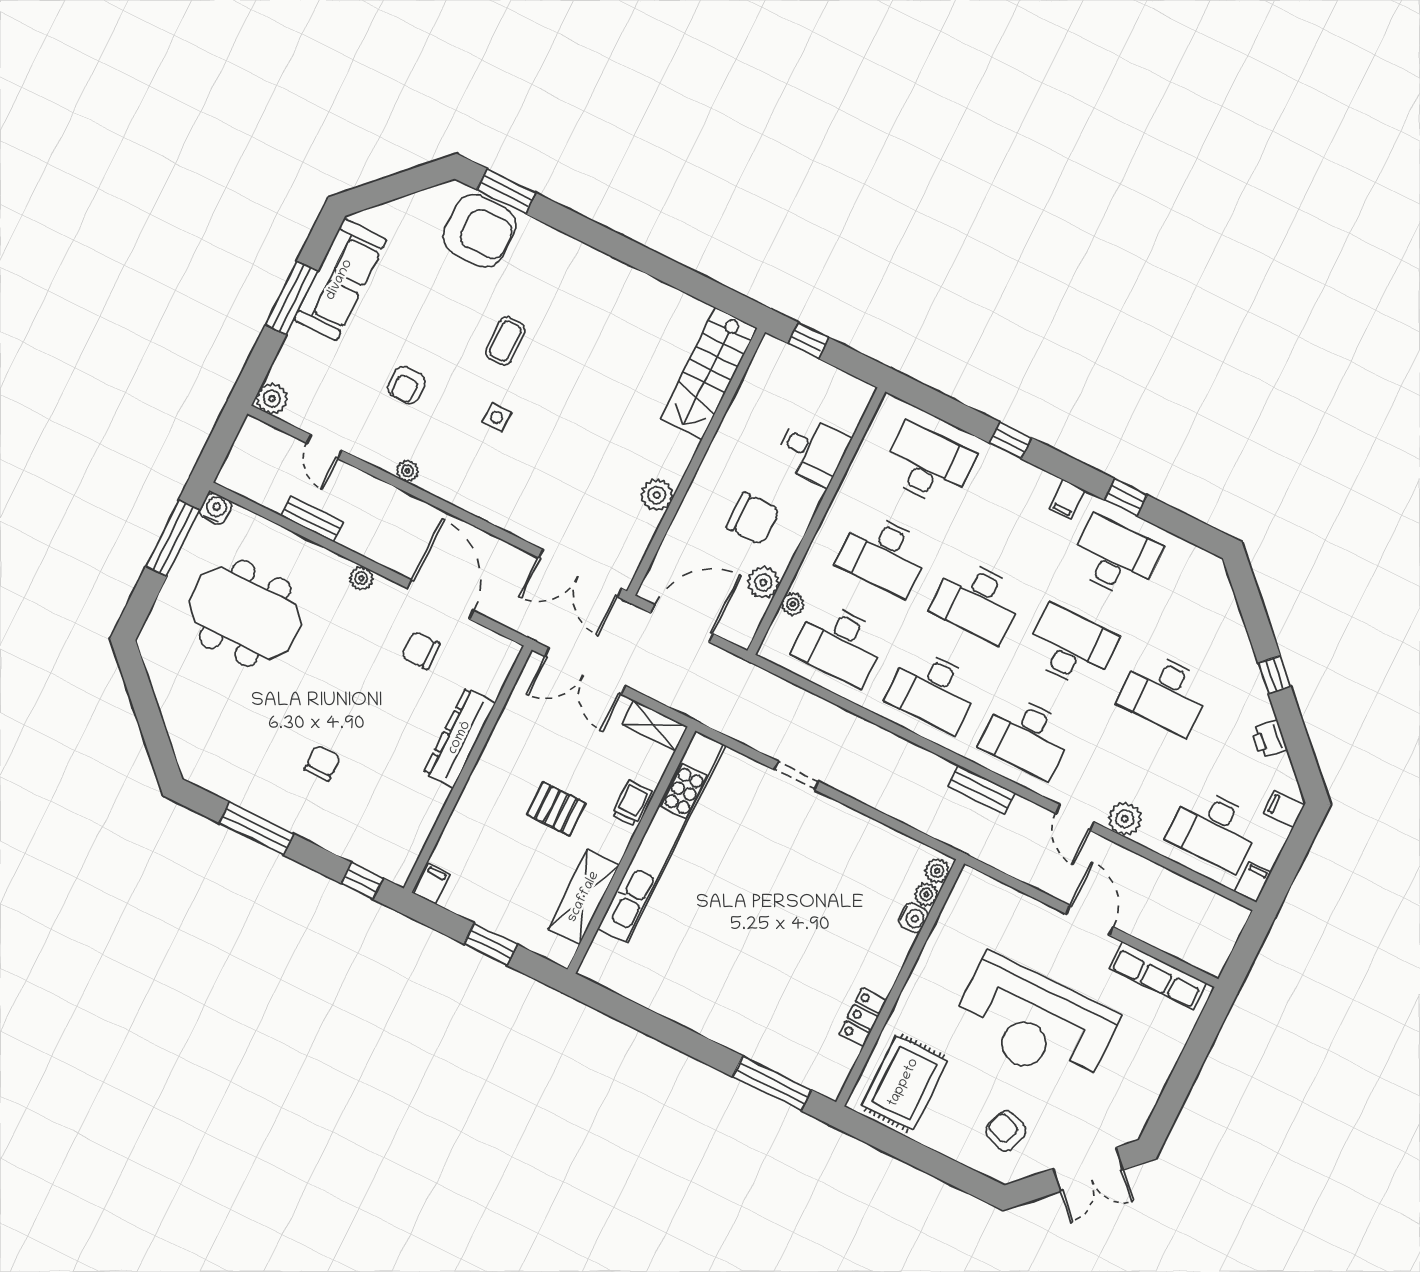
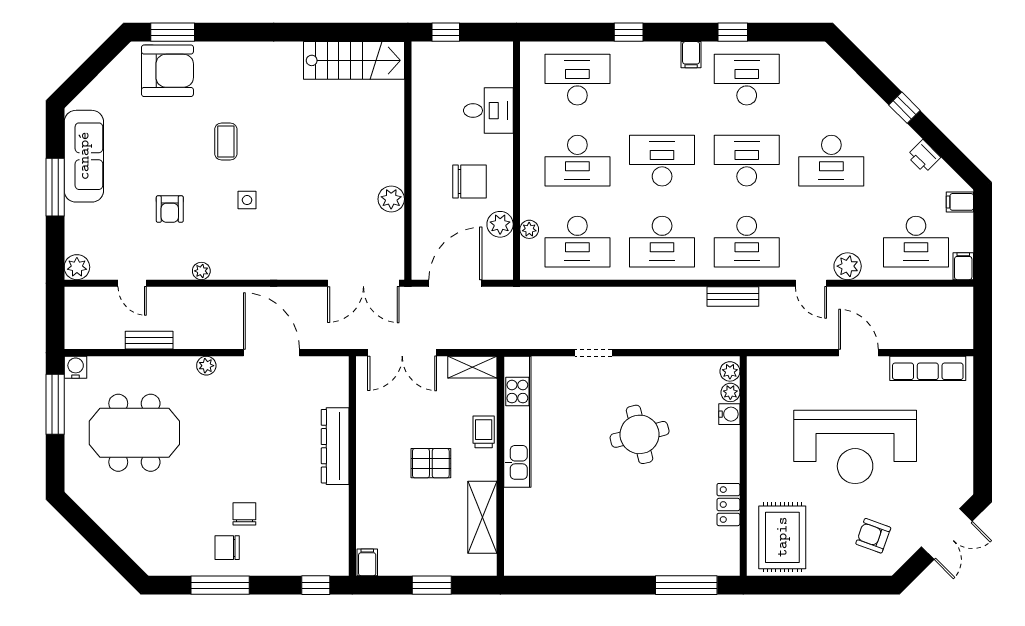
stairs: (709, 373) -> (354, 60), moved, turned -90
desk: (977, 601) -> (662, 161), turned 180
chair: (421, 650) -> (227, 548), moved
kitchen unit: (662, 837) -> (517, 422), width x0.73
round table: (803, 891) -> (640, 434), added

